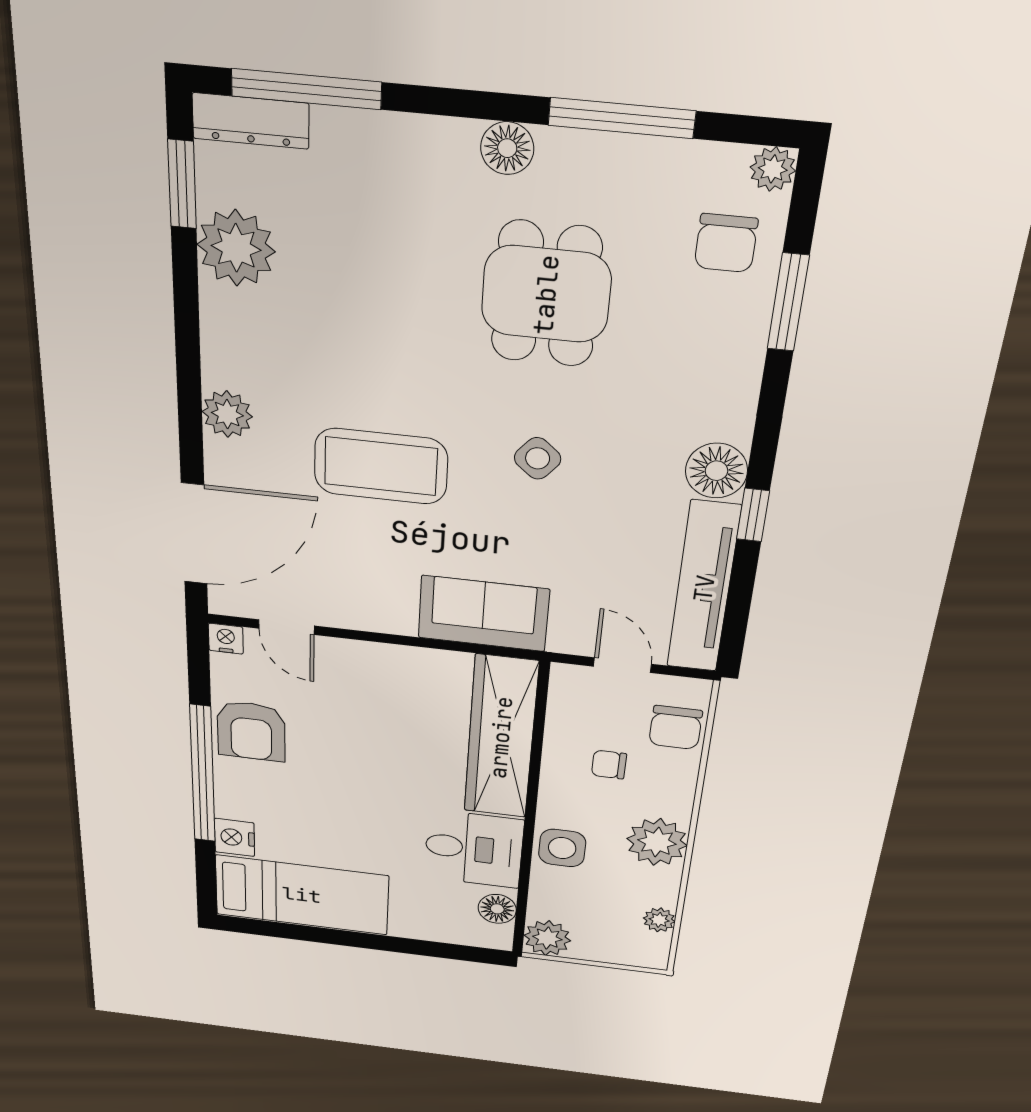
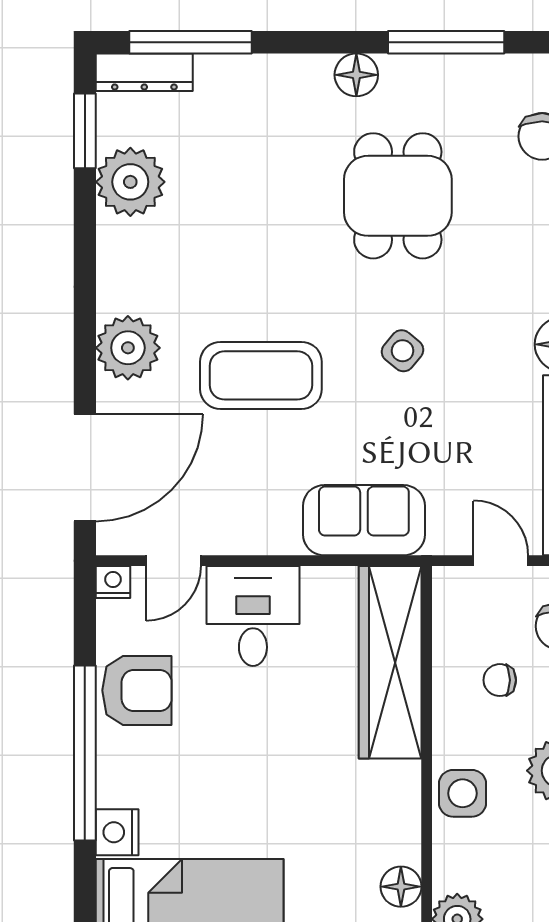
plant: (227, 414) -> (128, 348), width x1.36, depth x1.36
door: (287, 627) -> (173, 561), hinge flipped
armchair: (251, 731) -> (137, 690), turned -90
desk: (474, 849) -> (253, 616), moved, turned -90

